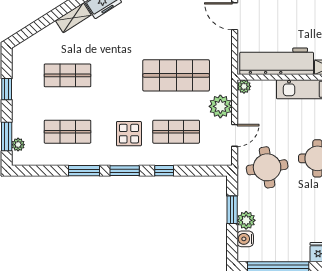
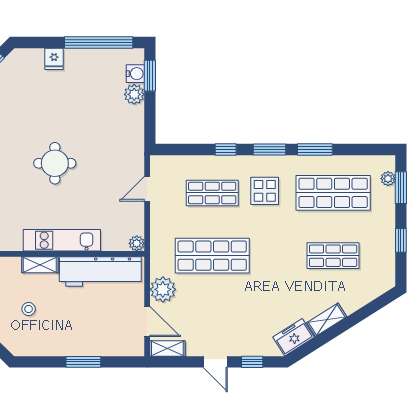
plant: (220, 106) -> (163, 289), moved
shop shelf: (68, 132) -> (333, 193), width x1.43, depth x1.36
round table: (267, 167) -> (111, 153), removed
window: (232, 210) -> (150, 76), moved

